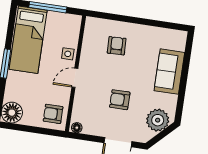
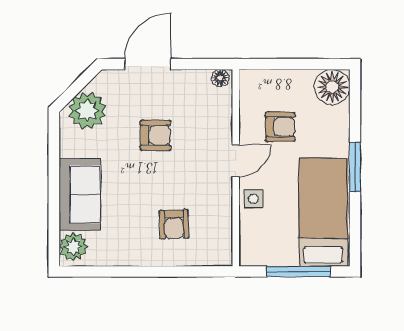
plant: (178, 41) -> (73, 247), added
armchair: (53, 114) -> (280, 127), moved

